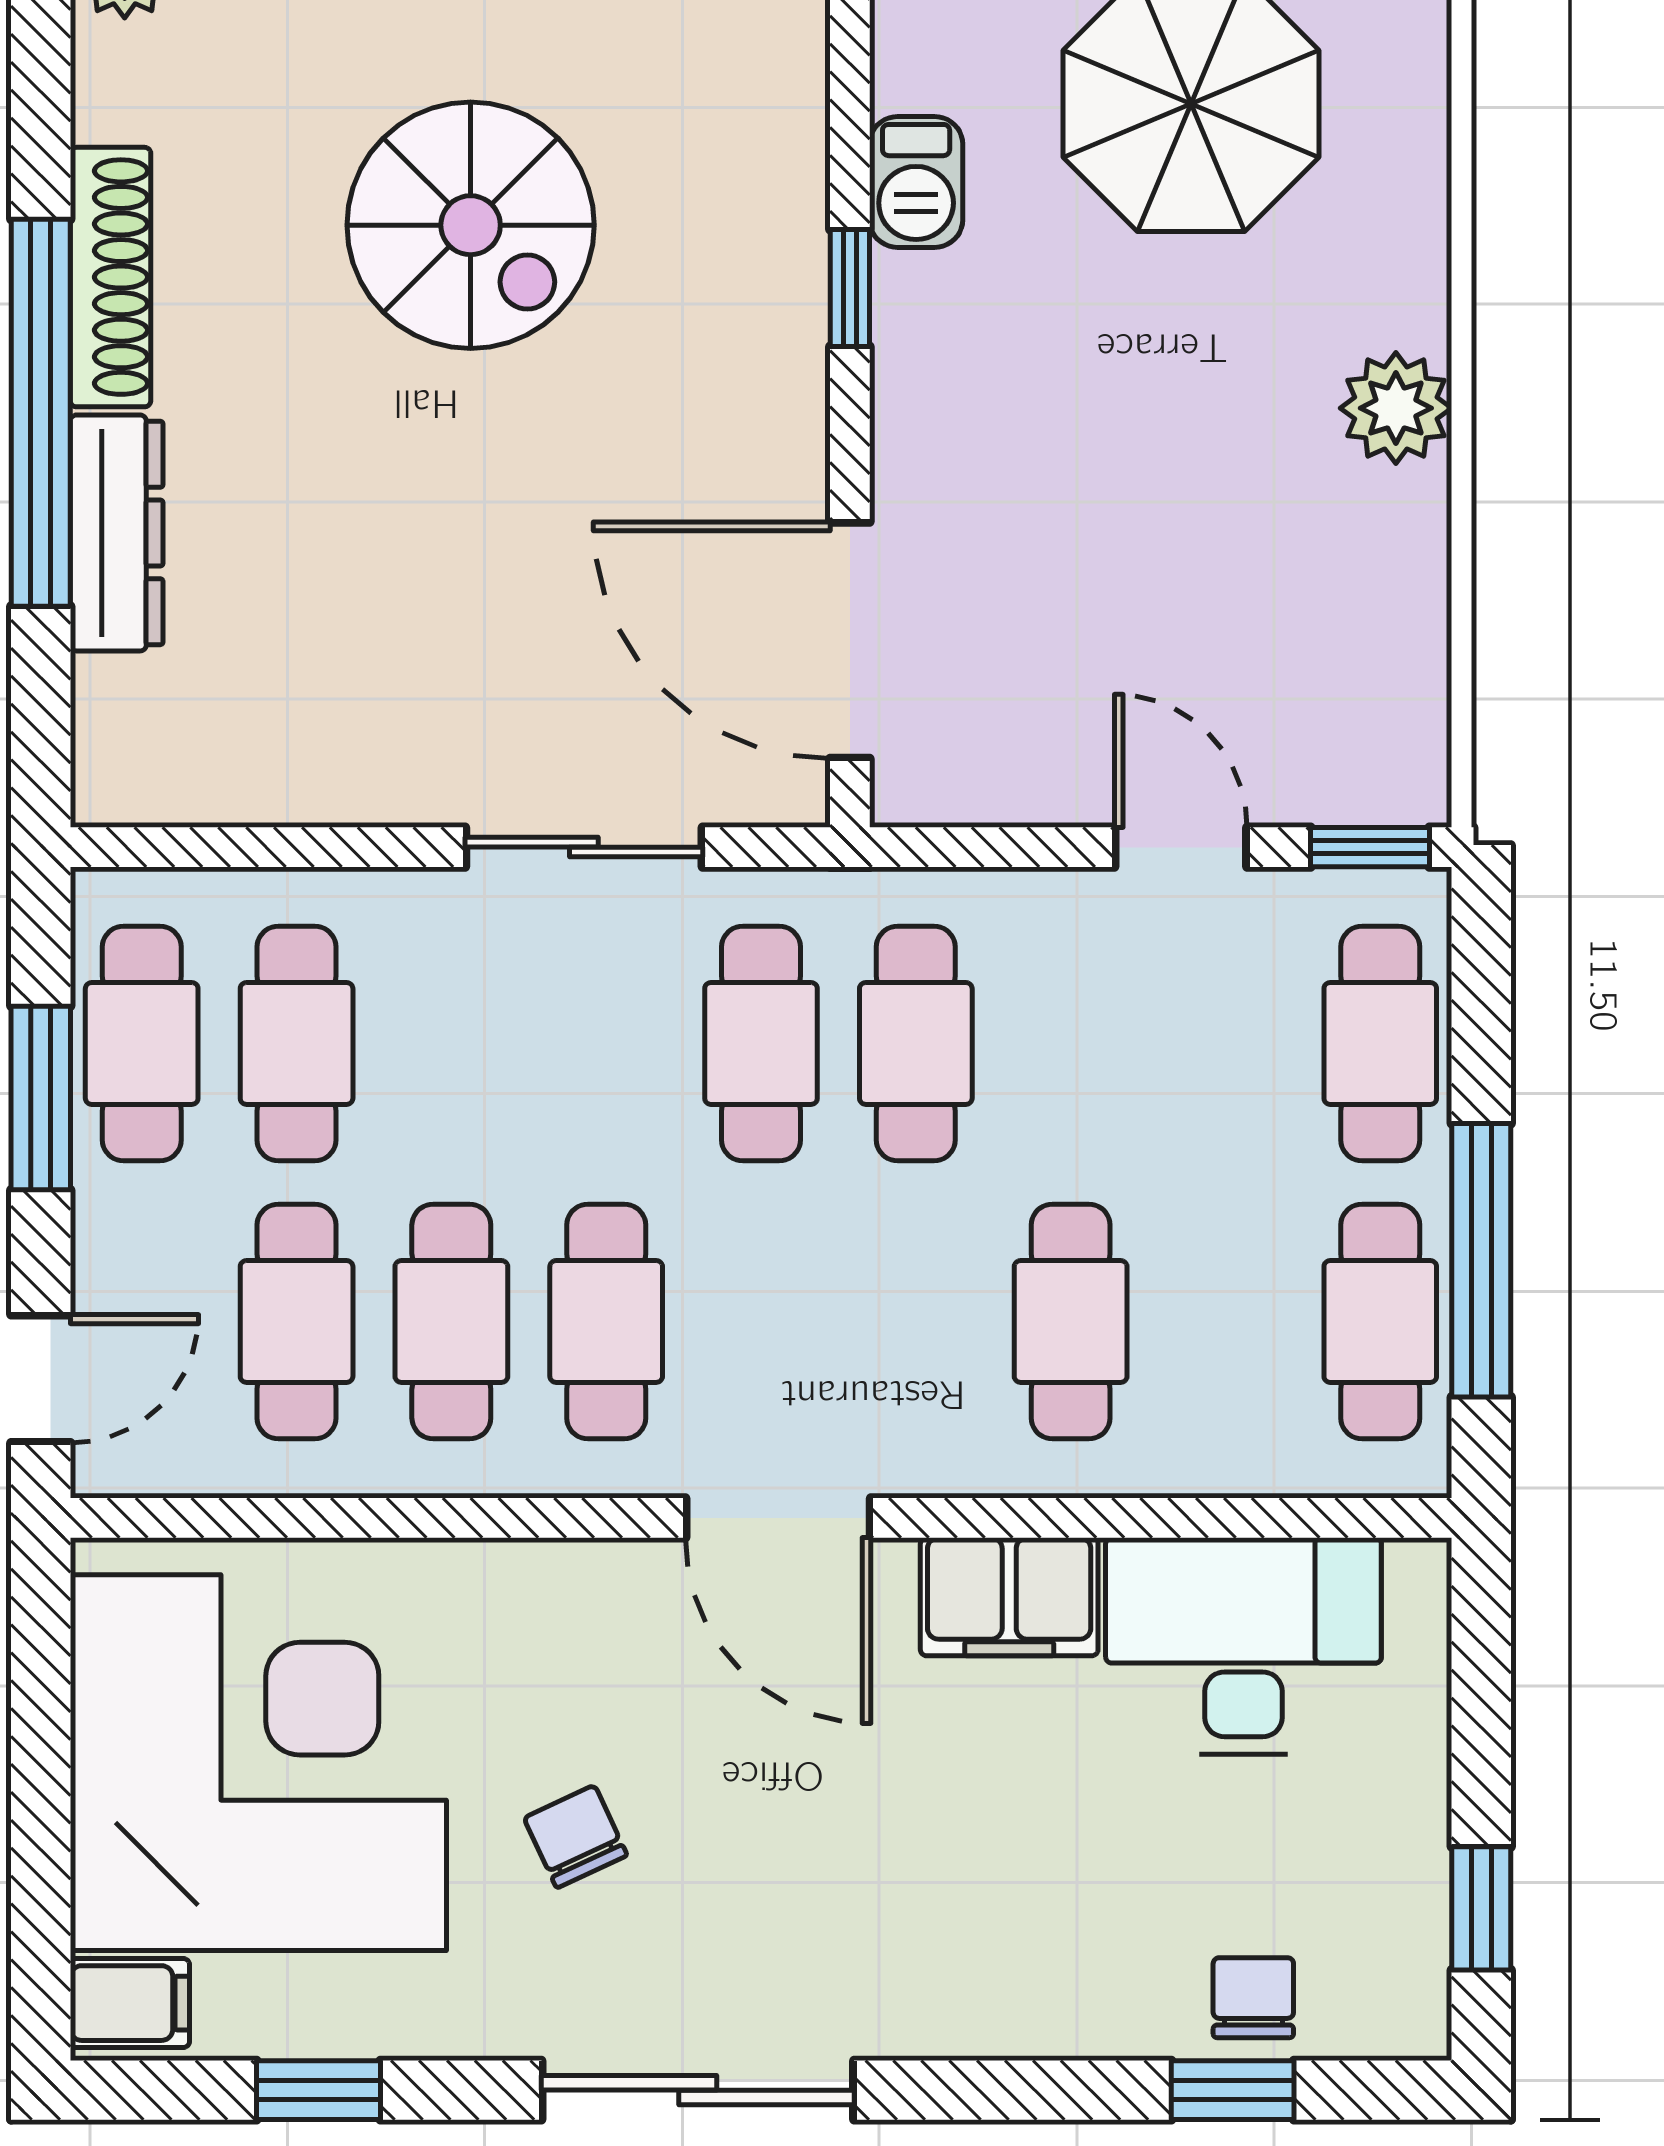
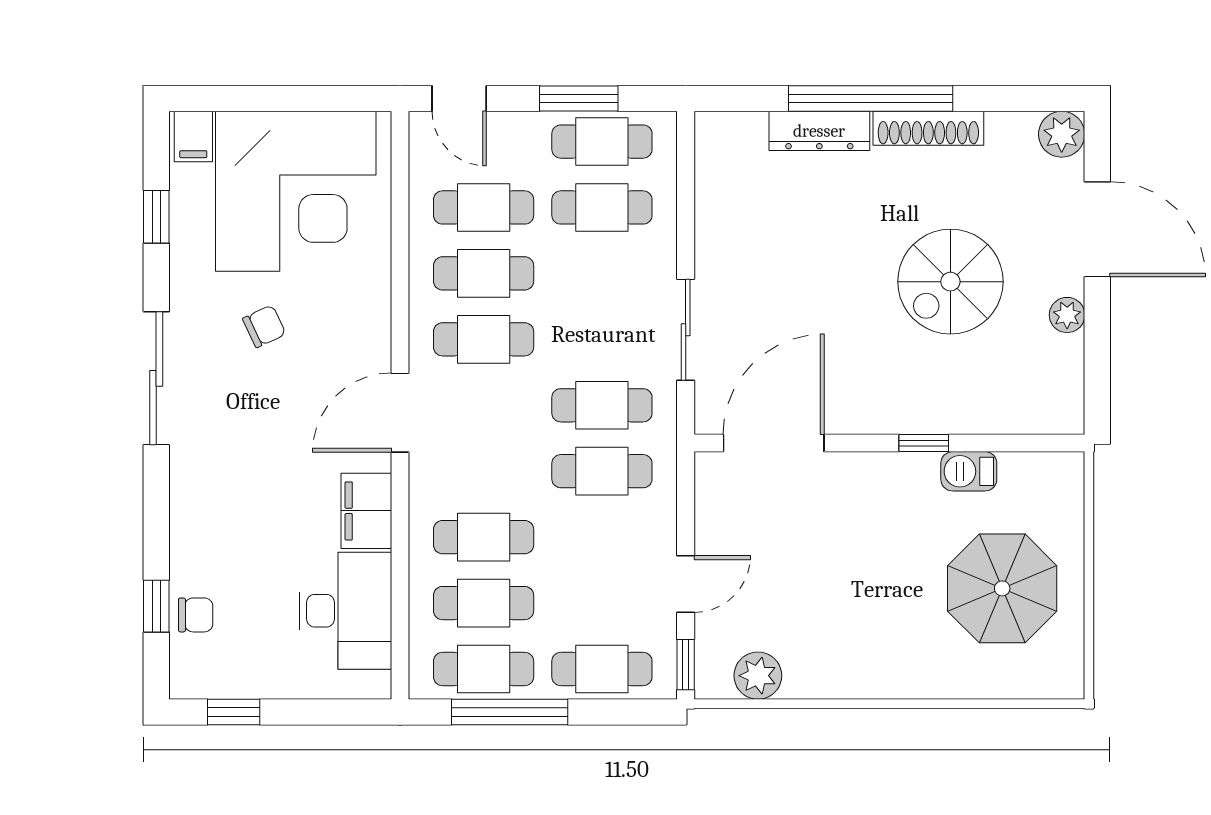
plant: (1396, 408) -> (758, 676), moved
cafe table: (1225, 1321) -> (484, 603), added

